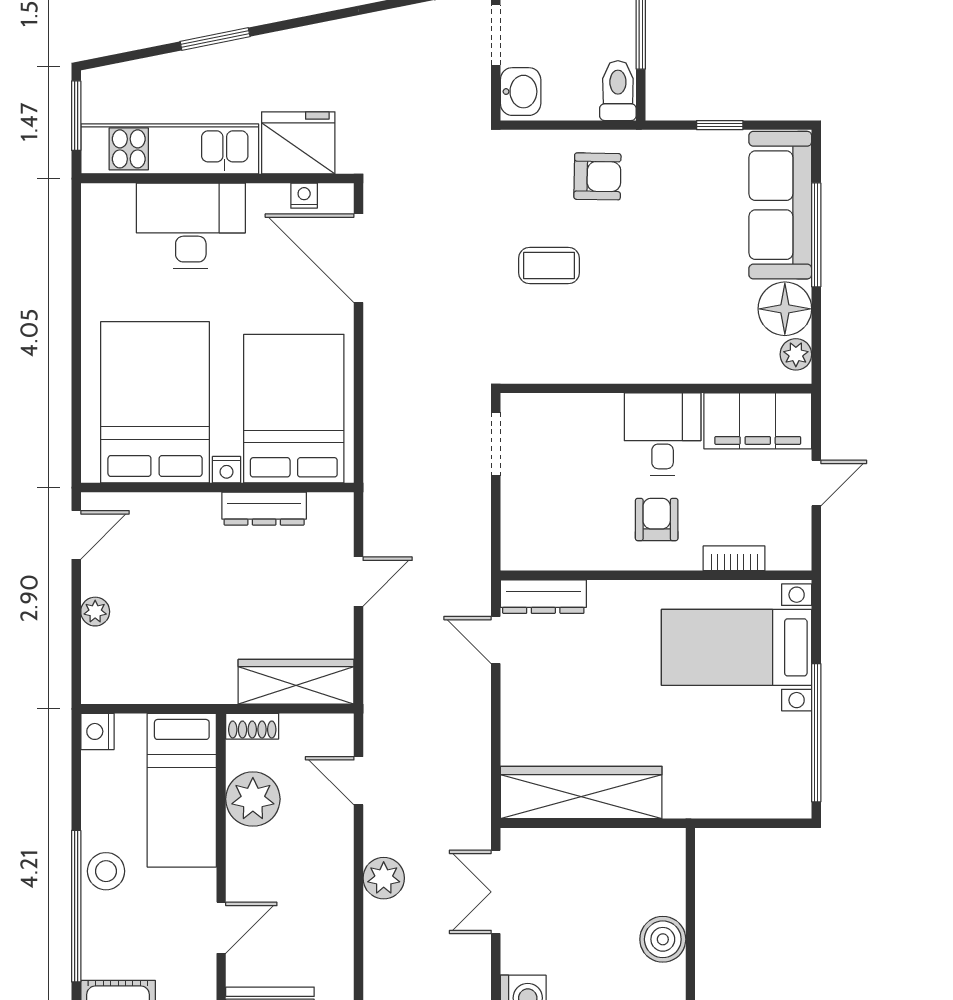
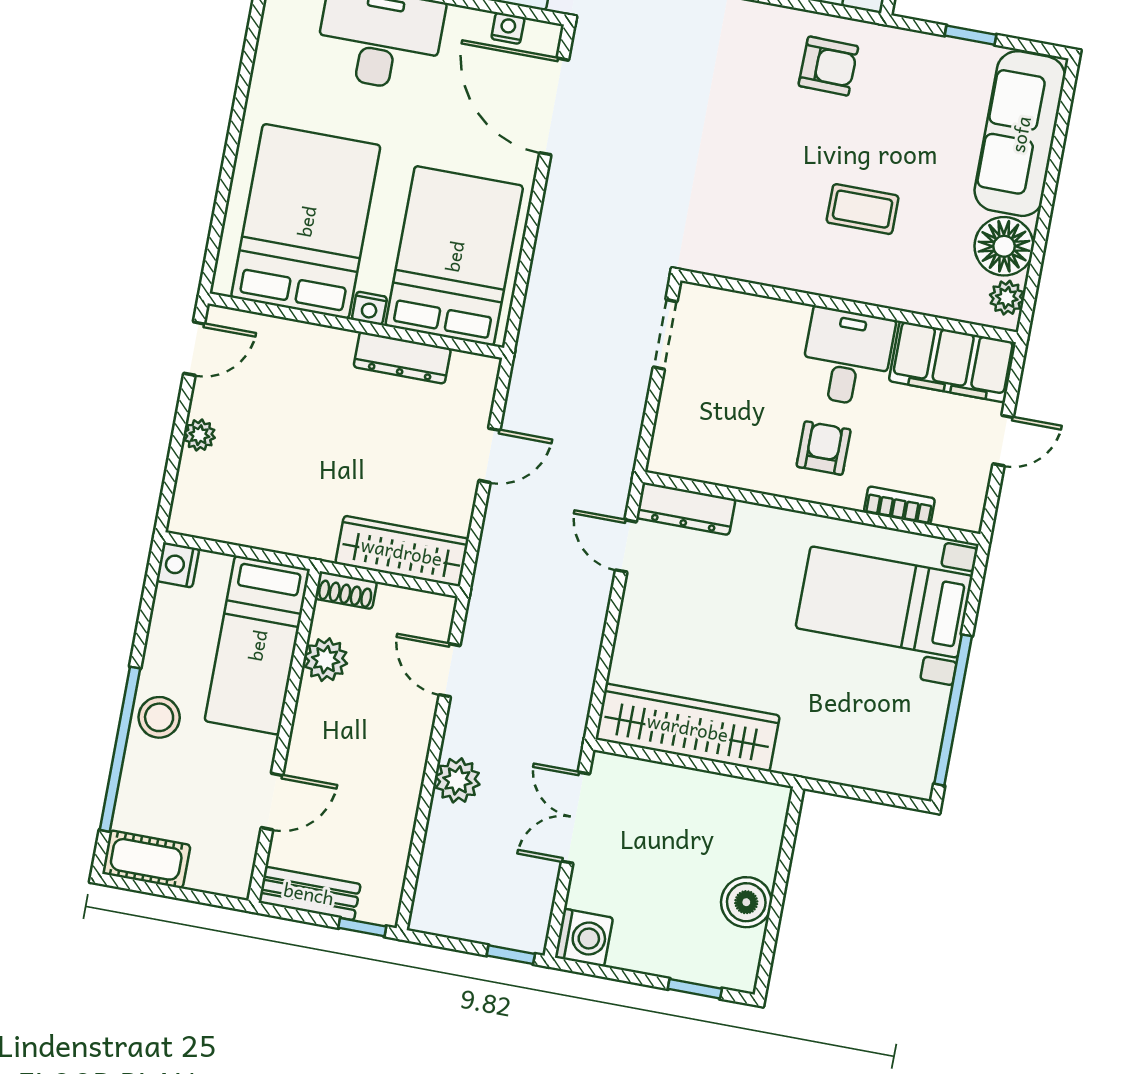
window: (816, 235) -> (1053, 173), removed
coffee table: (549, 266) -> (863, 209), moved
plant: (253, 799) -> (326, 660), width x0.73, depth x0.73

